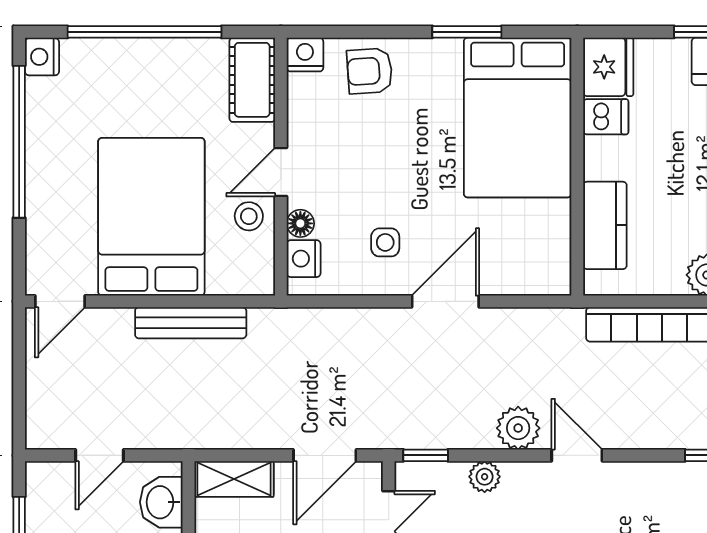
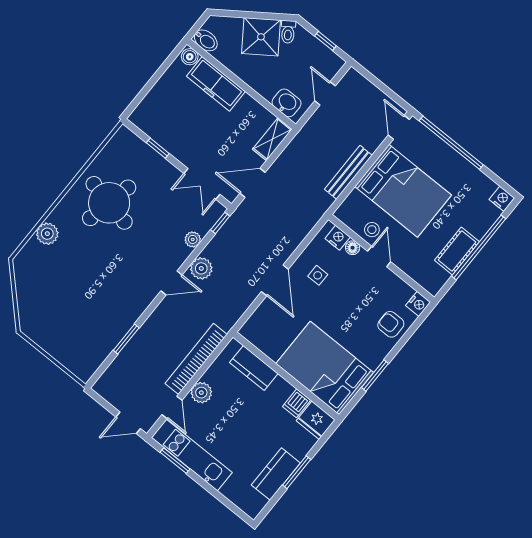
armchair: (370, 71) -> (391, 324), turned -86
cot: (252, 80) -> (457, 251), moved, turned 90
window: (19, 142) -> (451, 143), moved
door: (325, 455) -> (253, 183), hinge flipped

